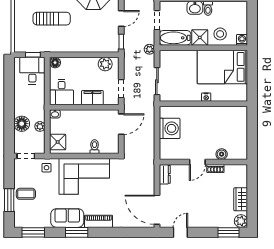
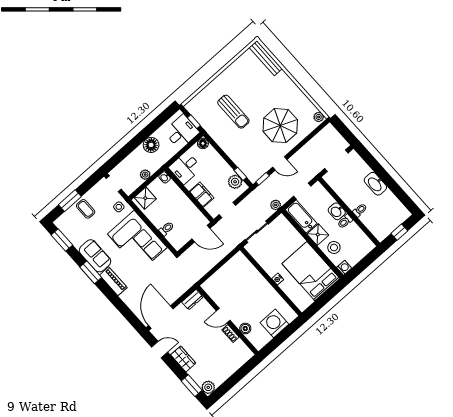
window: (103, 55) -> (240, 174), added
floor lamp: (22, 124) -> (151, 145), moved
washing machine: (170, 128) -> (274, 323), moved, turned 180
wardrobe: (241, 199) -> (183, 359), moved, turned 90

